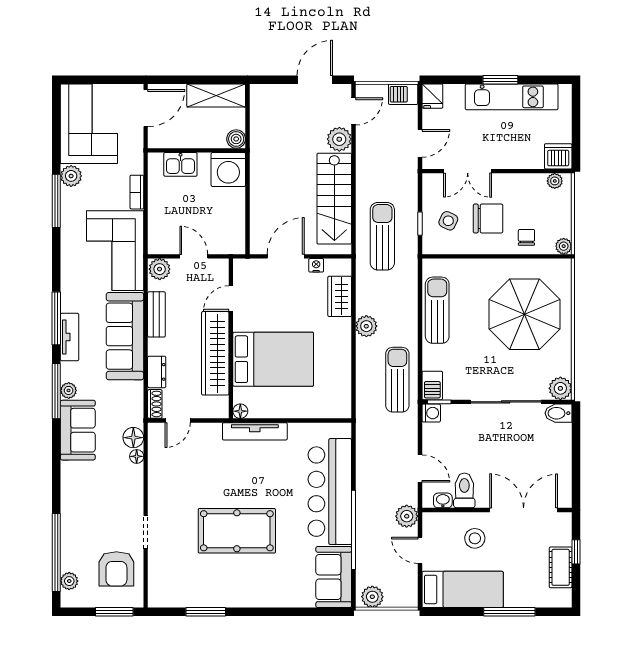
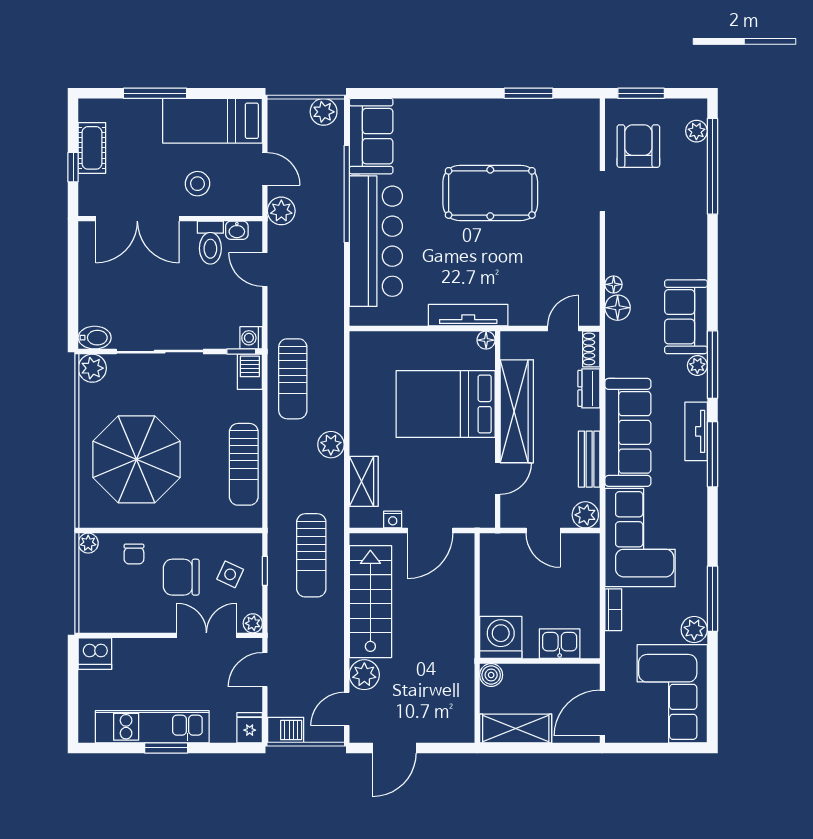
plant: (555, 181) -> (253, 623), moved

